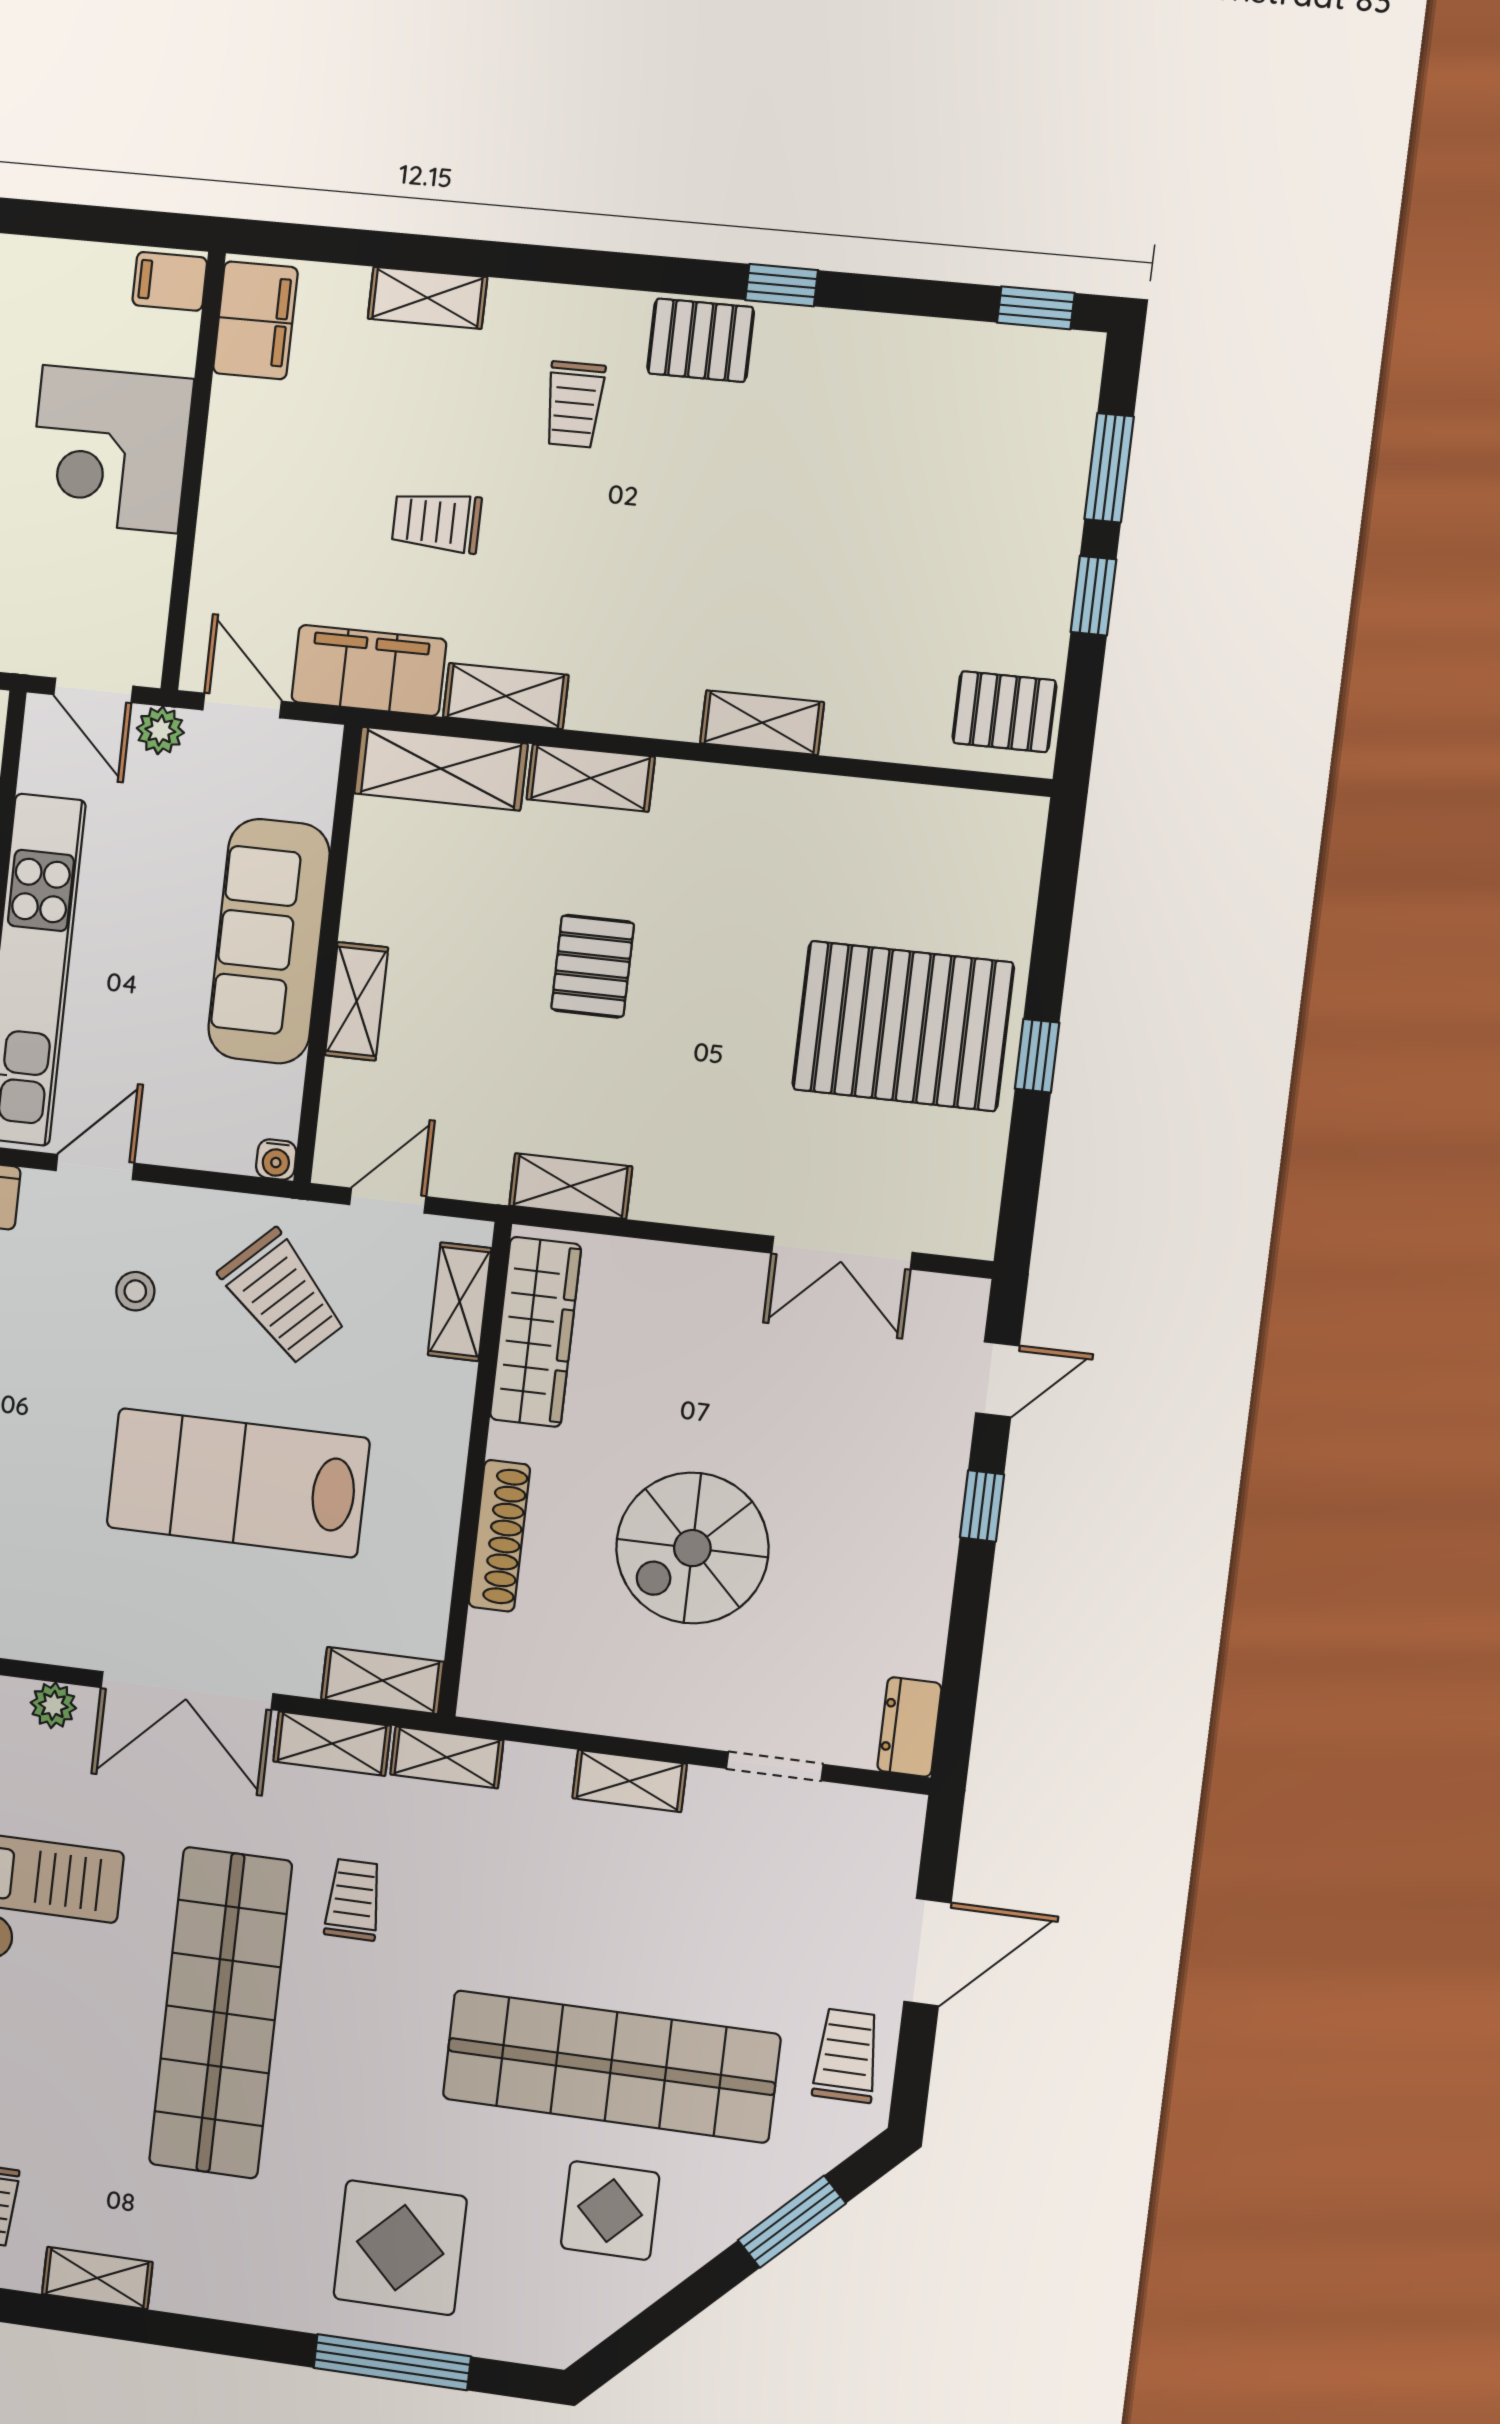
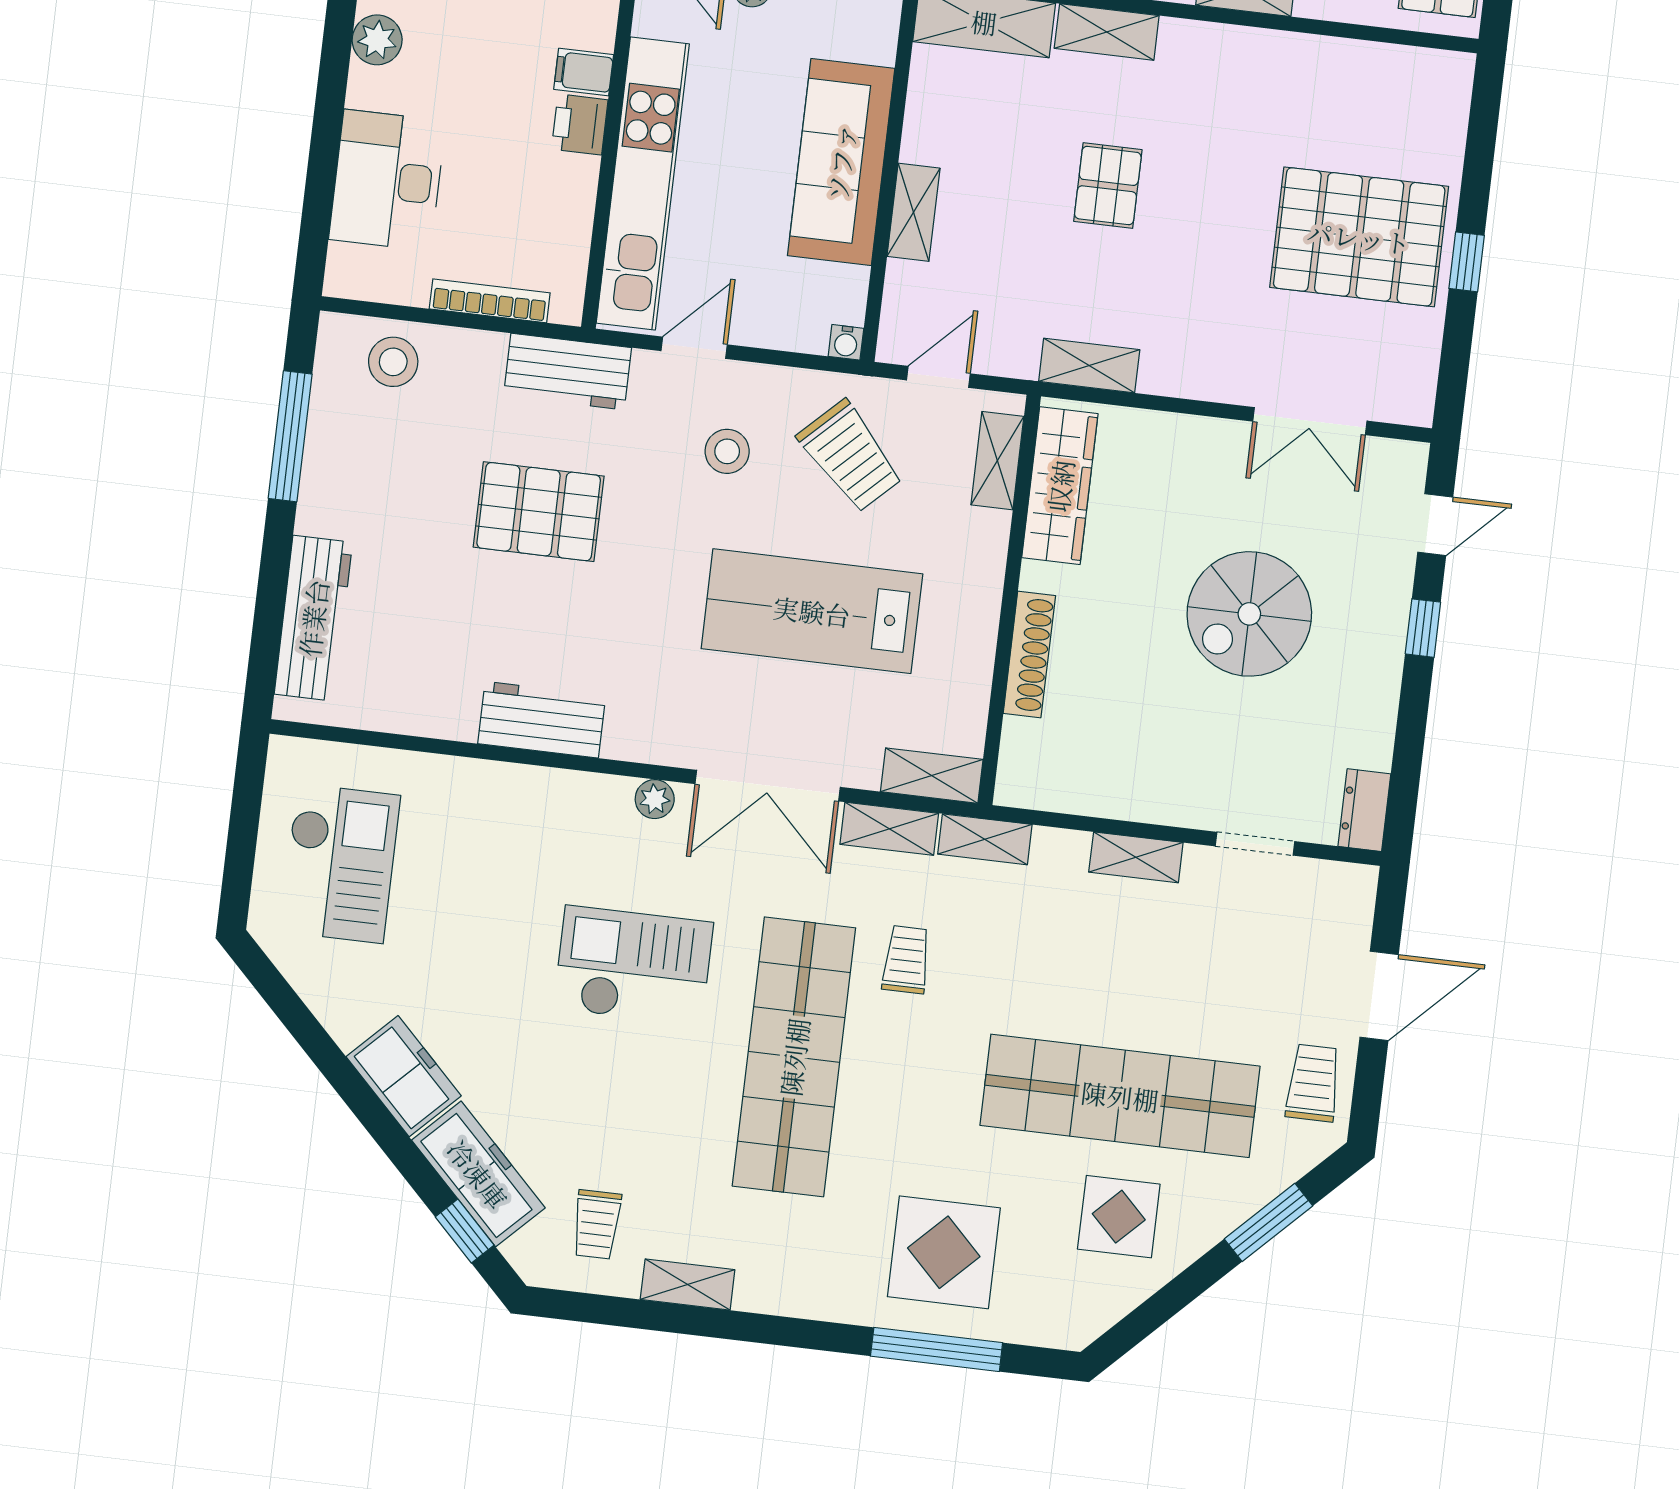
stool: (135, 1291) -> (727, 451), width x1.37, depth x1.37
spiral stairs: (692, 1548) -> (1249, 614), moved

